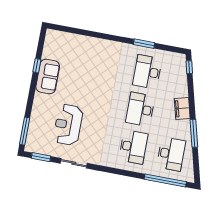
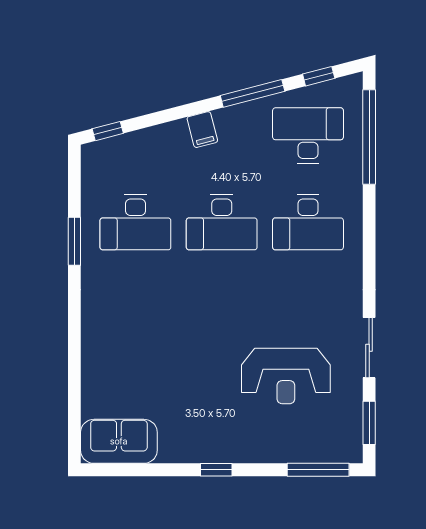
window: (37, 66) -> (216, 470), moved
sofa: (48, 76) -> (119, 441), moved
filing cabinet: (182, 108) -> (202, 130), width x0.50
desk: (133, 147) -> (308, 222), turned 180
window: (196, 163) -> (319, 76), added

